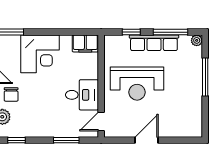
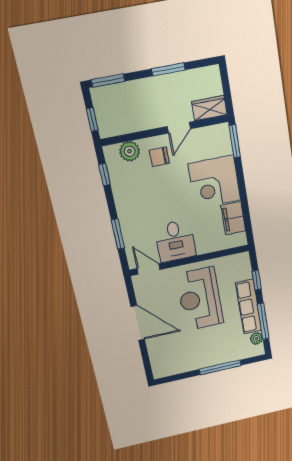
plant: (197, 40) -> (256, 338), moved
filing cabinet: (85, 43) -> (233, 218), moved
door: (146, 140) -> (138, 323), width x1.36

